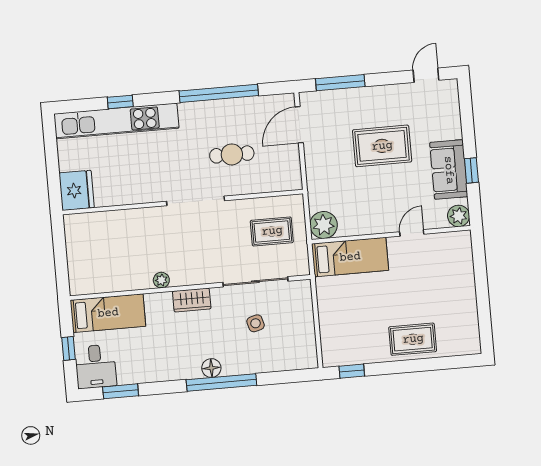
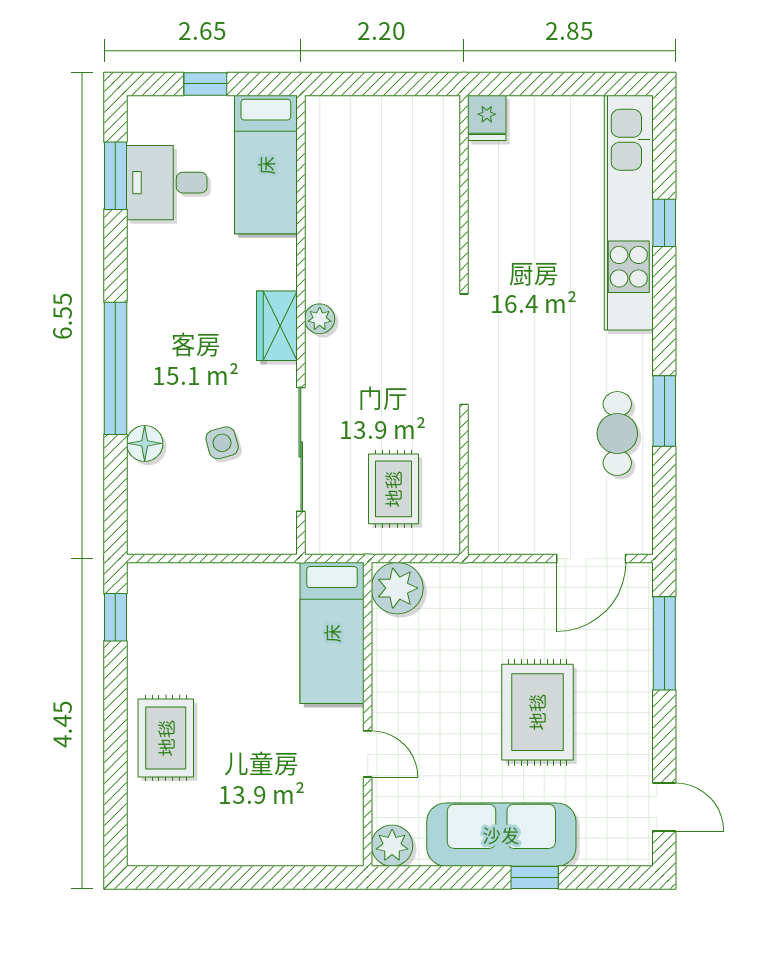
window: (219, 93) -> (664, 411), width x0.47
door: (299, 125) -> (591, 559), swing flipped
cafe table: (232, 154) -> (617, 433), moved
sofa: (449, 170) -> (501, 835), width x1.36
window: (471, 170) -> (535, 877), moved
fridge: (77, 190) -> (487, 118), width x0.53, depth x0.75
plant: (161, 280) -> (320, 319), moved
desk: (96, 366) -> (167, 183), moved
floor lamp: (211, 368) -> (145, 443), moved

